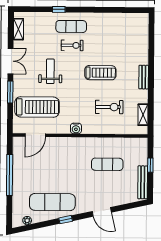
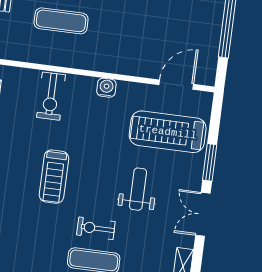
weight bench: (50, 71) -> (138, 189), turned 180
treadmill: (100, 73) -> (54, 177), turned -90
exercise bike: (109, 107) -> (51, 96), moved, turned -90

